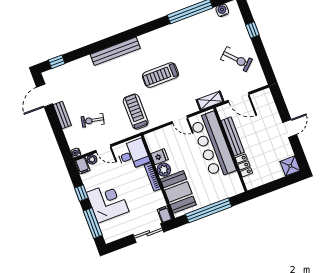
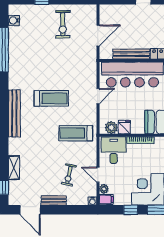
bench: (115, 51) -> (14, 113), moved
exercise bike: (236, 59) -> (63, 24), turned 133
treadmill: (160, 75) -> (51, 98), turned -90
shelving: (210, 101) -> (14, 168), moved
door: (103, 148) -> (98, 175), swing flipped
plant: (164, 170) -> (111, 128), moved

